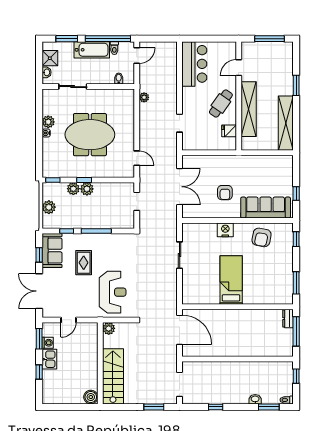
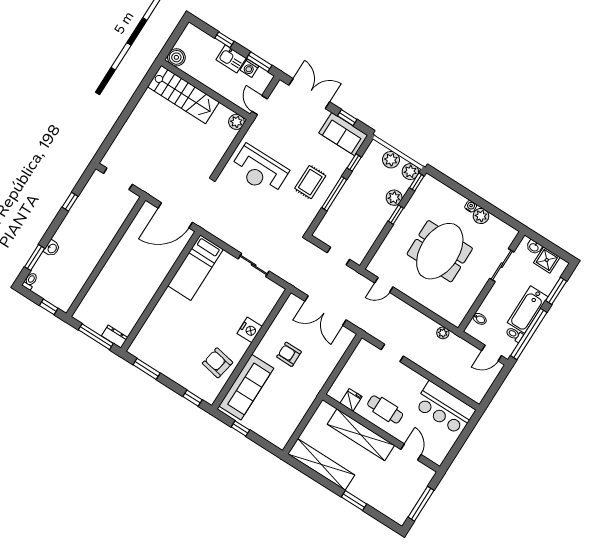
door: (137, 55) -> (492, 353), hinge flipped
cafe table: (221, 104) -> (385, 409), turned -35
plant: (87, 189) -> (410, 172), moved
rug: (84, 263) -> (310, 182), moved, turned 90
bed: (231, 280) -> (195, 268), moved, turned 90
plant: (109, 328) -> (236, 122), moved
wall: (100, 363) -> (206, 90), moved
stairs: (113, 376) -> (183, 94), moved
boiler: (91, 397) -> (176, 57), moved
window: (154, 407) -> (111, 137), removed

